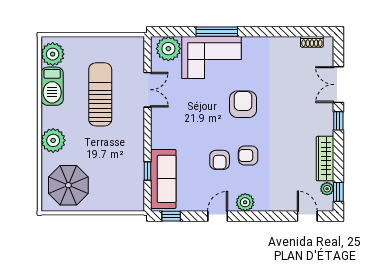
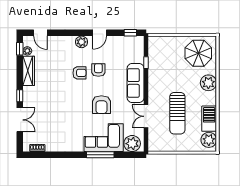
armchair: (243, 104) -> (101, 105), moved
sofa: (163, 179) -> (136, 83), moved

